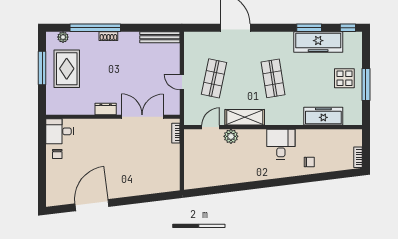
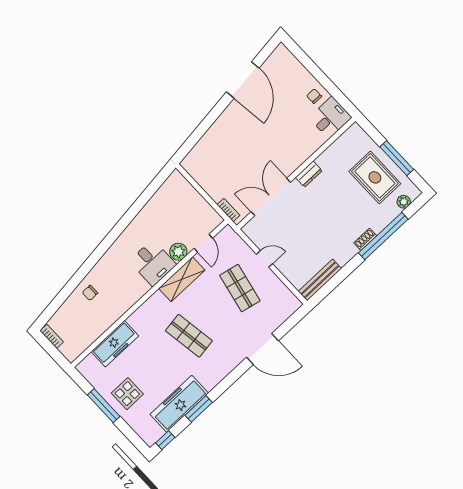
double door: (142, 117) -> (271, 197), swing flipped
desk: (281, 144) -> (153, 263), moved

